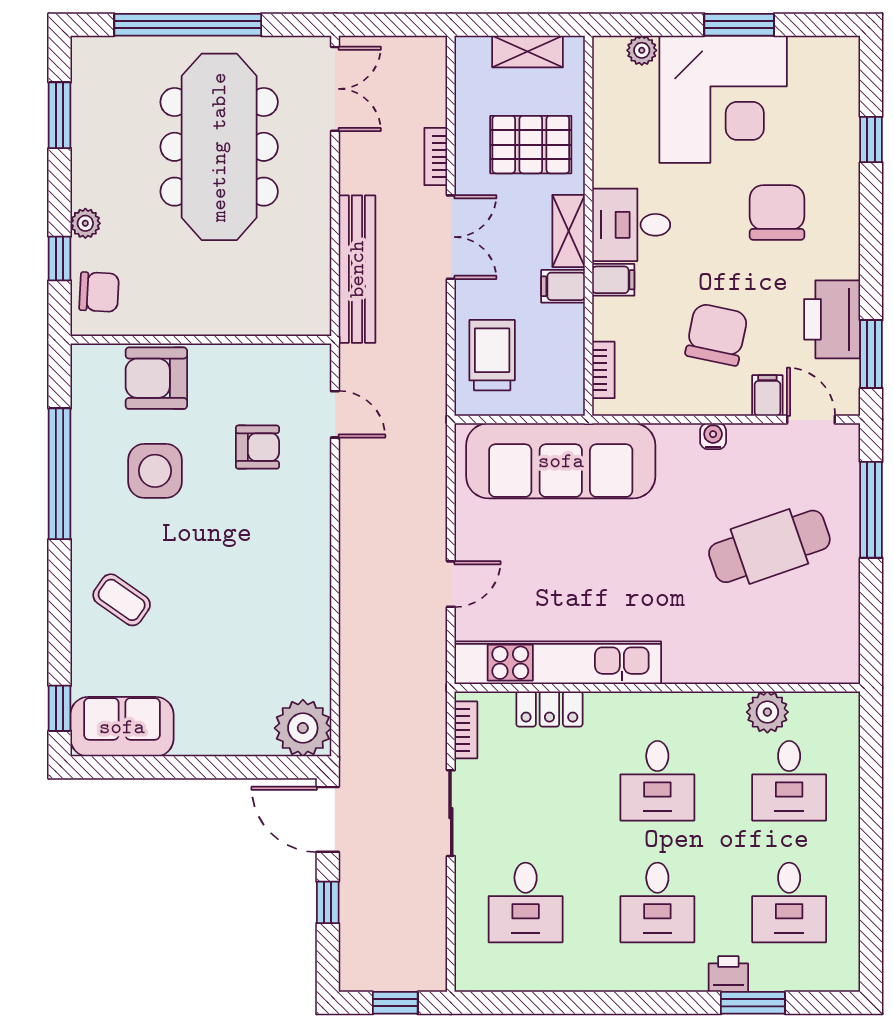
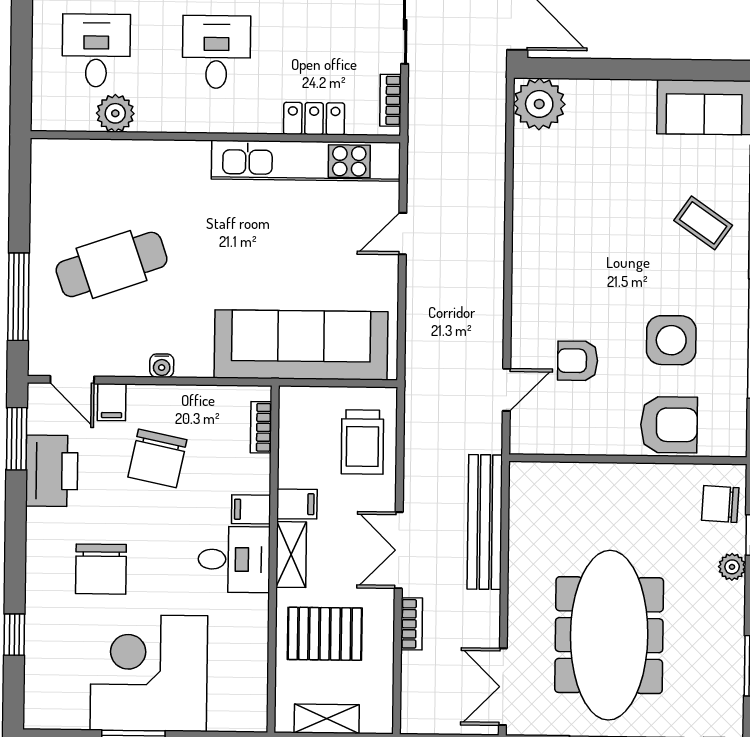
plant: (642, 50) -> (222, 718), removed
door: (335, 414) -> (506, 390), swing flipped

